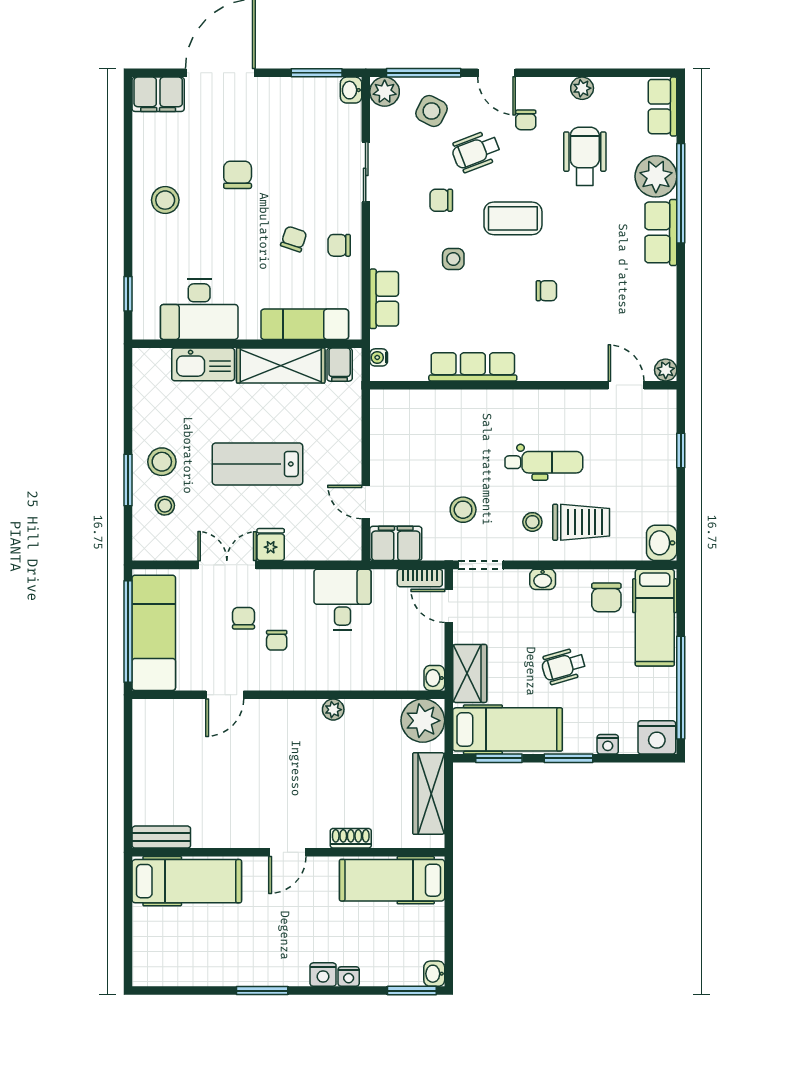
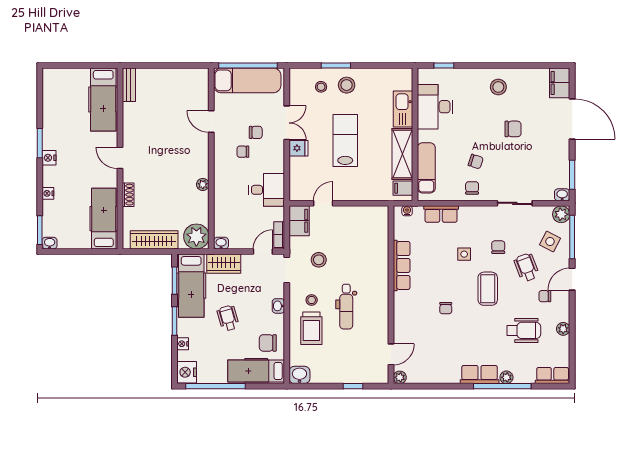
plant: (656, 176) -> (506, 377), width x0.53, depth x0.53
nightstand: (323, 975) -> (49, 158), moved

